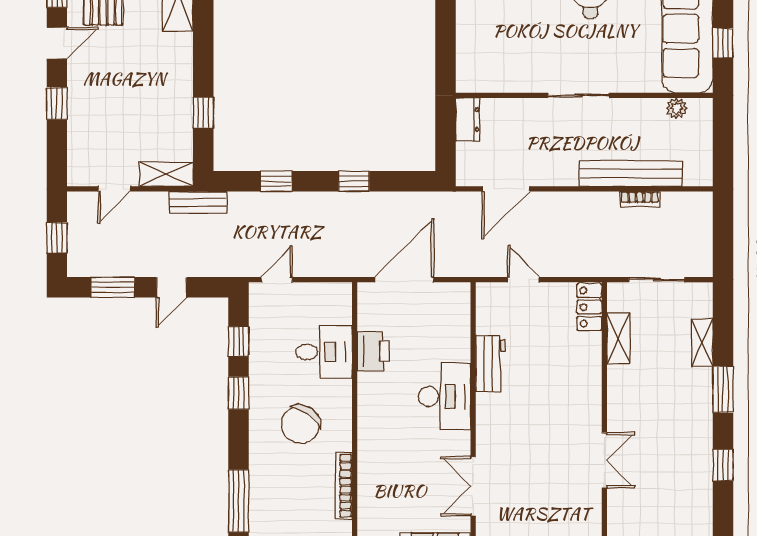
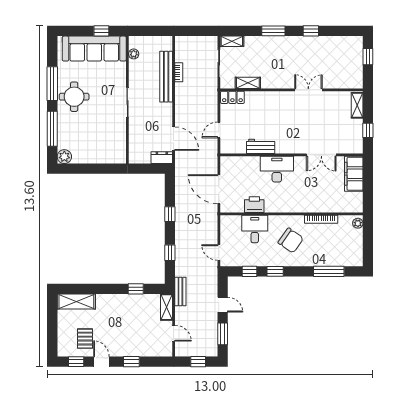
dresser: (468, 120) -> (162, 158), moved
shelving: (702, 343) -> (232, 41), moved

